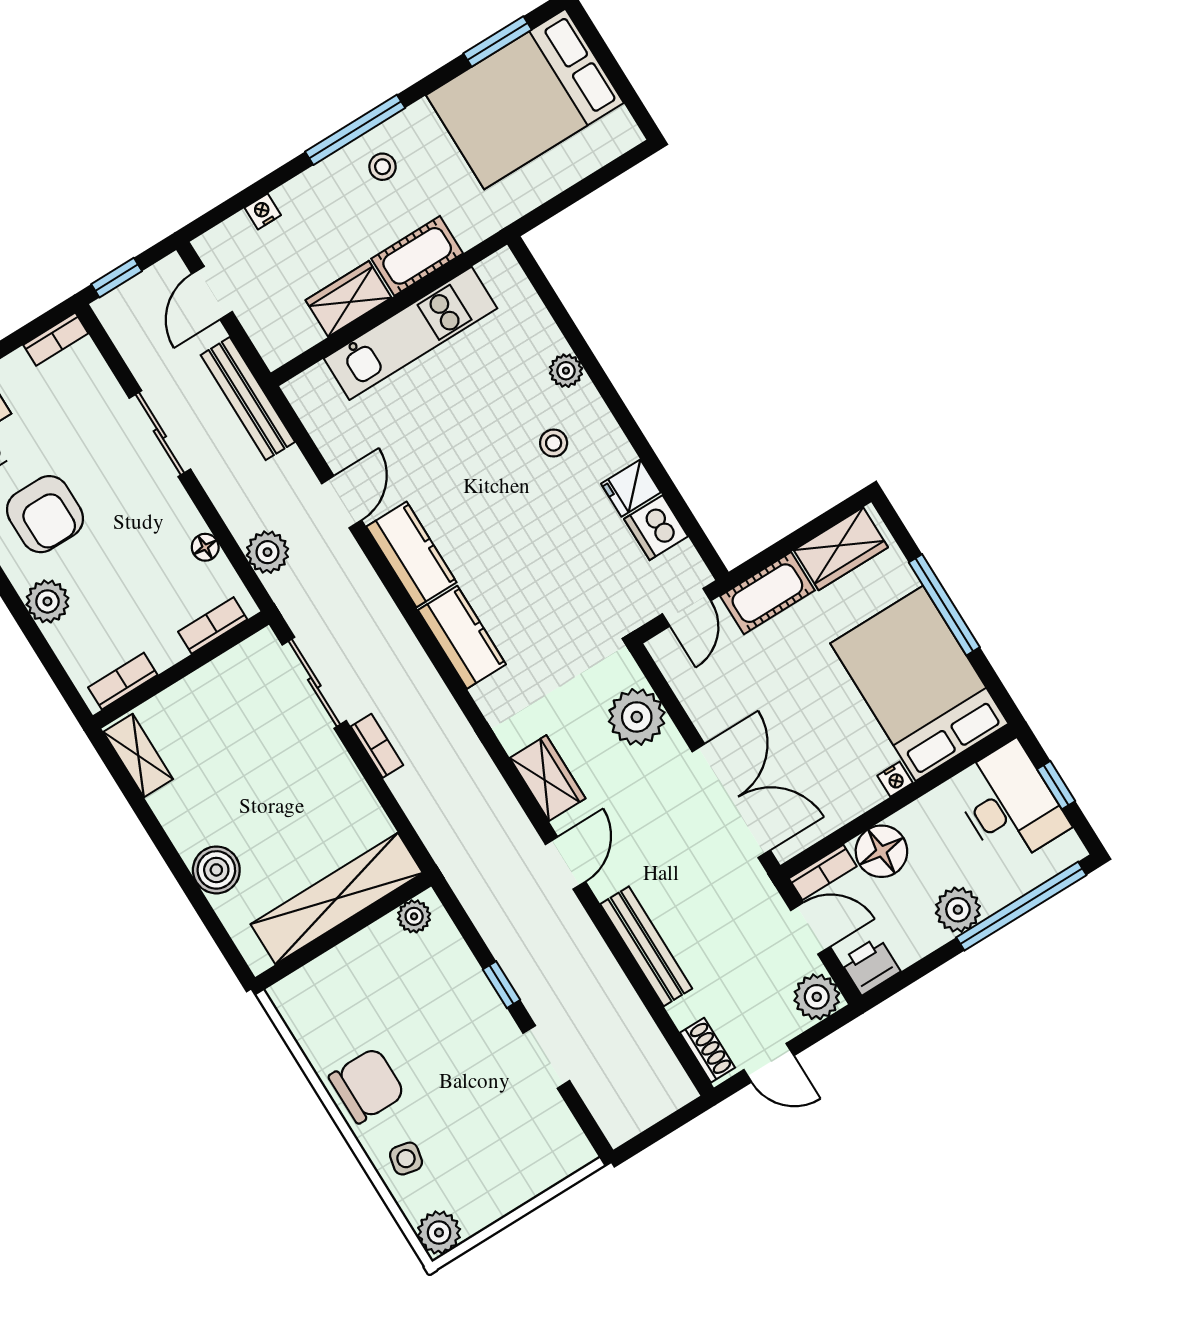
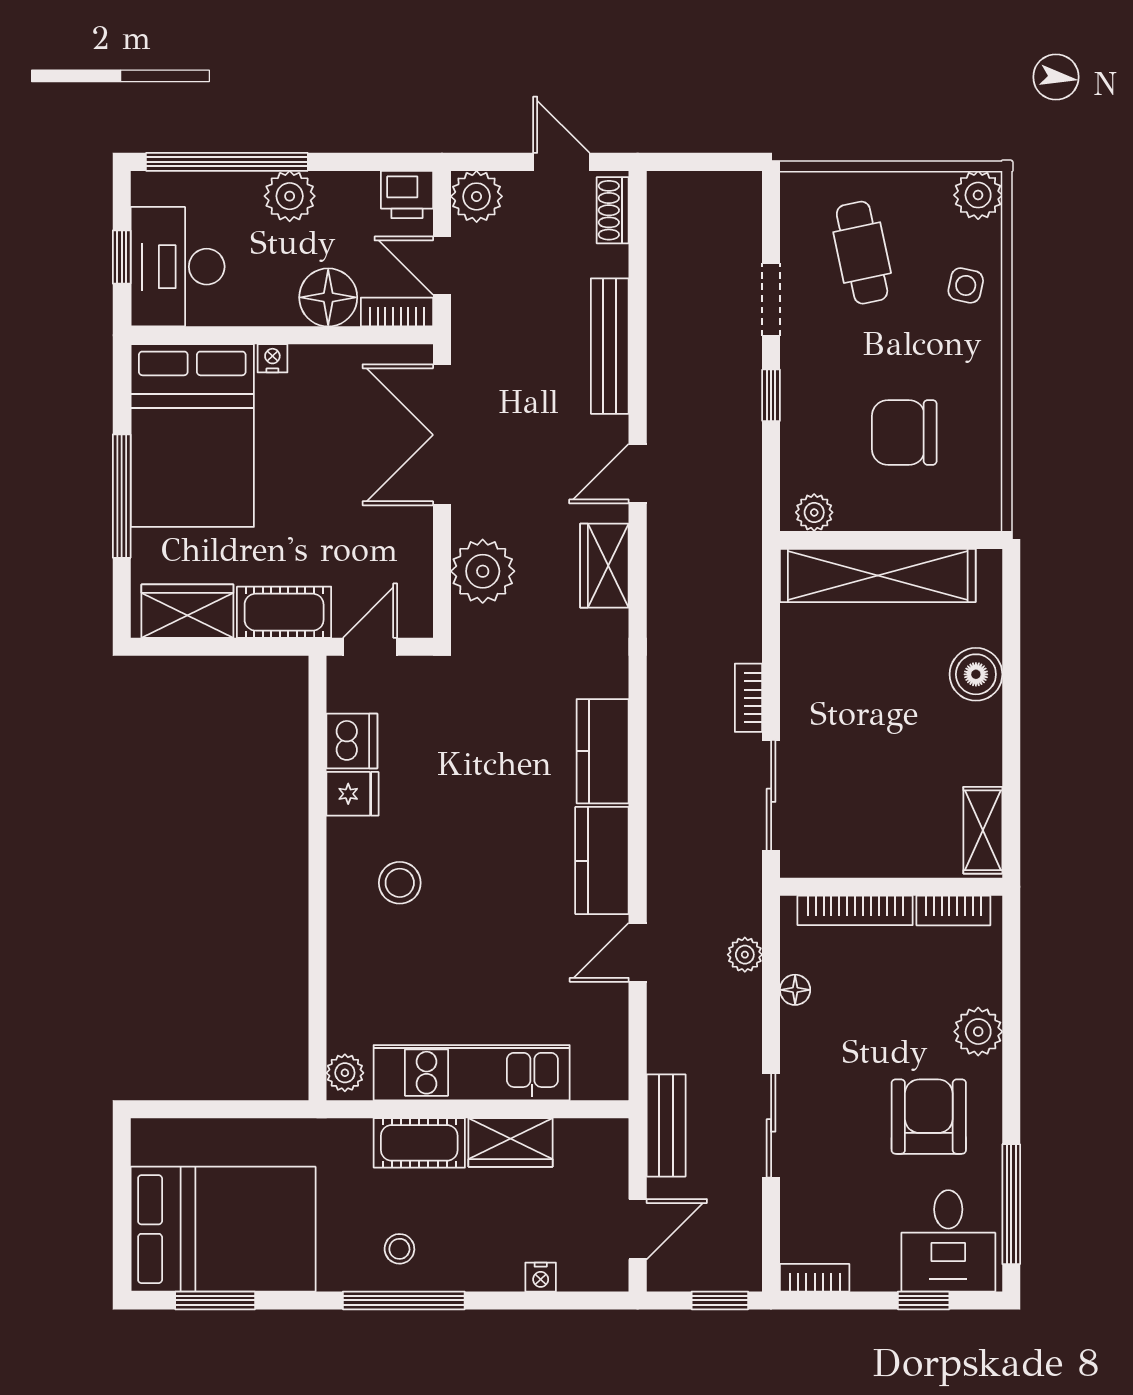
plant: (566, 371) -> (345, 1073), moved
bench: (248, 399) -> (666, 1125), width x0.73
stool: (554, 443) -> (400, 883), width x1.37, depth x1.37
plant: (267, 552) -> (745, 955), width x0.73, depth x0.73
bookcase: (213, 625) -> (855, 910), width x1.56
chair: (367, 1085) -> (904, 432), moved
cafe table: (500, 1135) -> (862, 253), added

